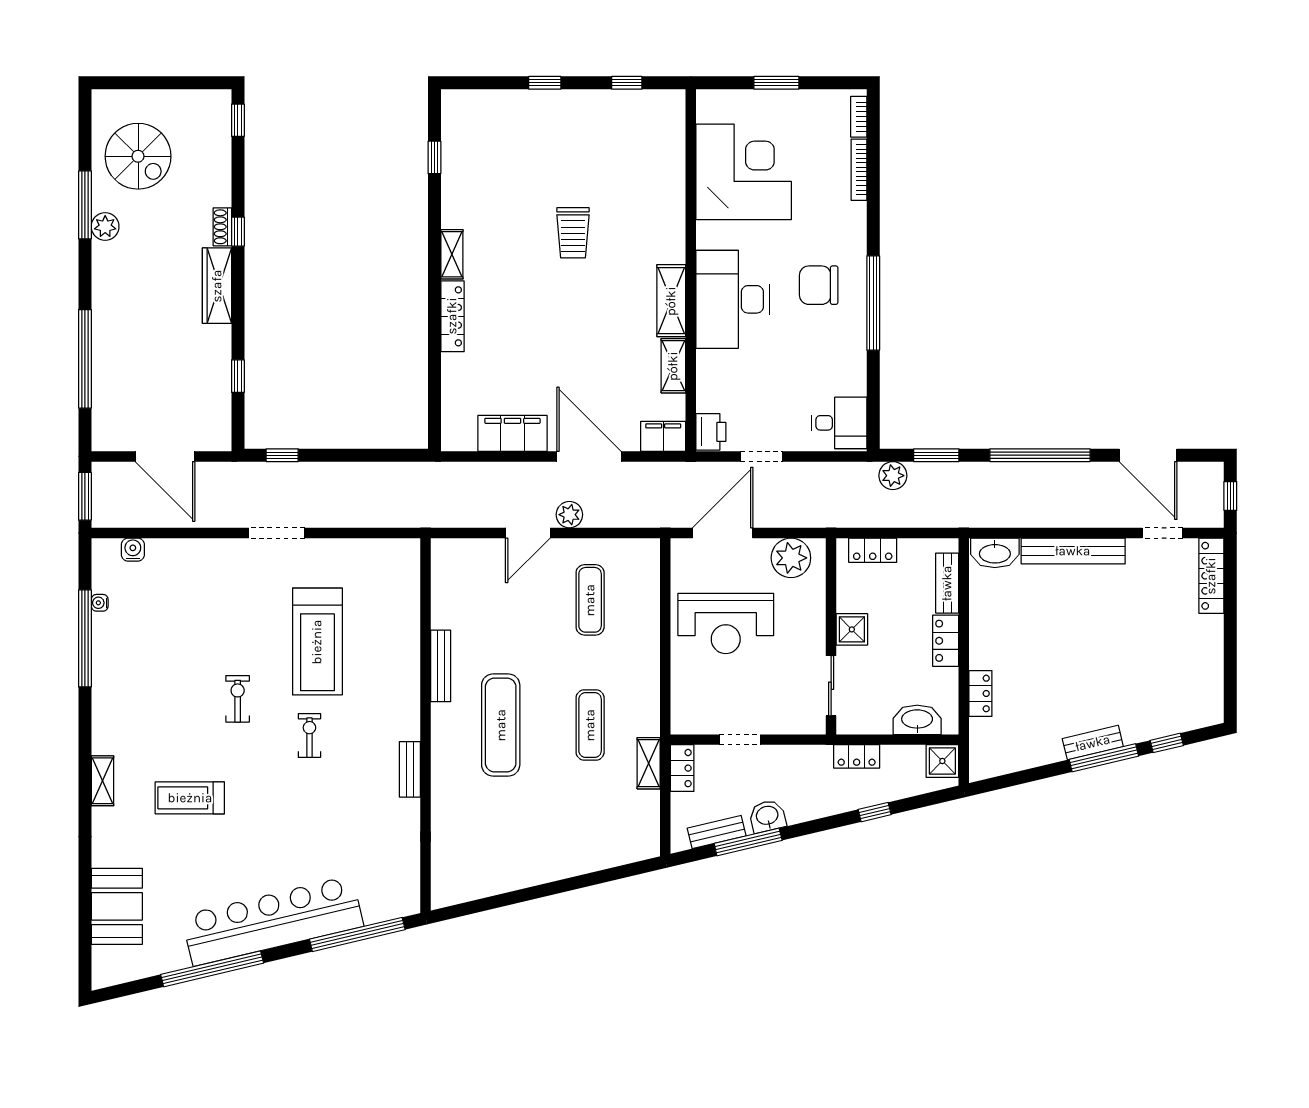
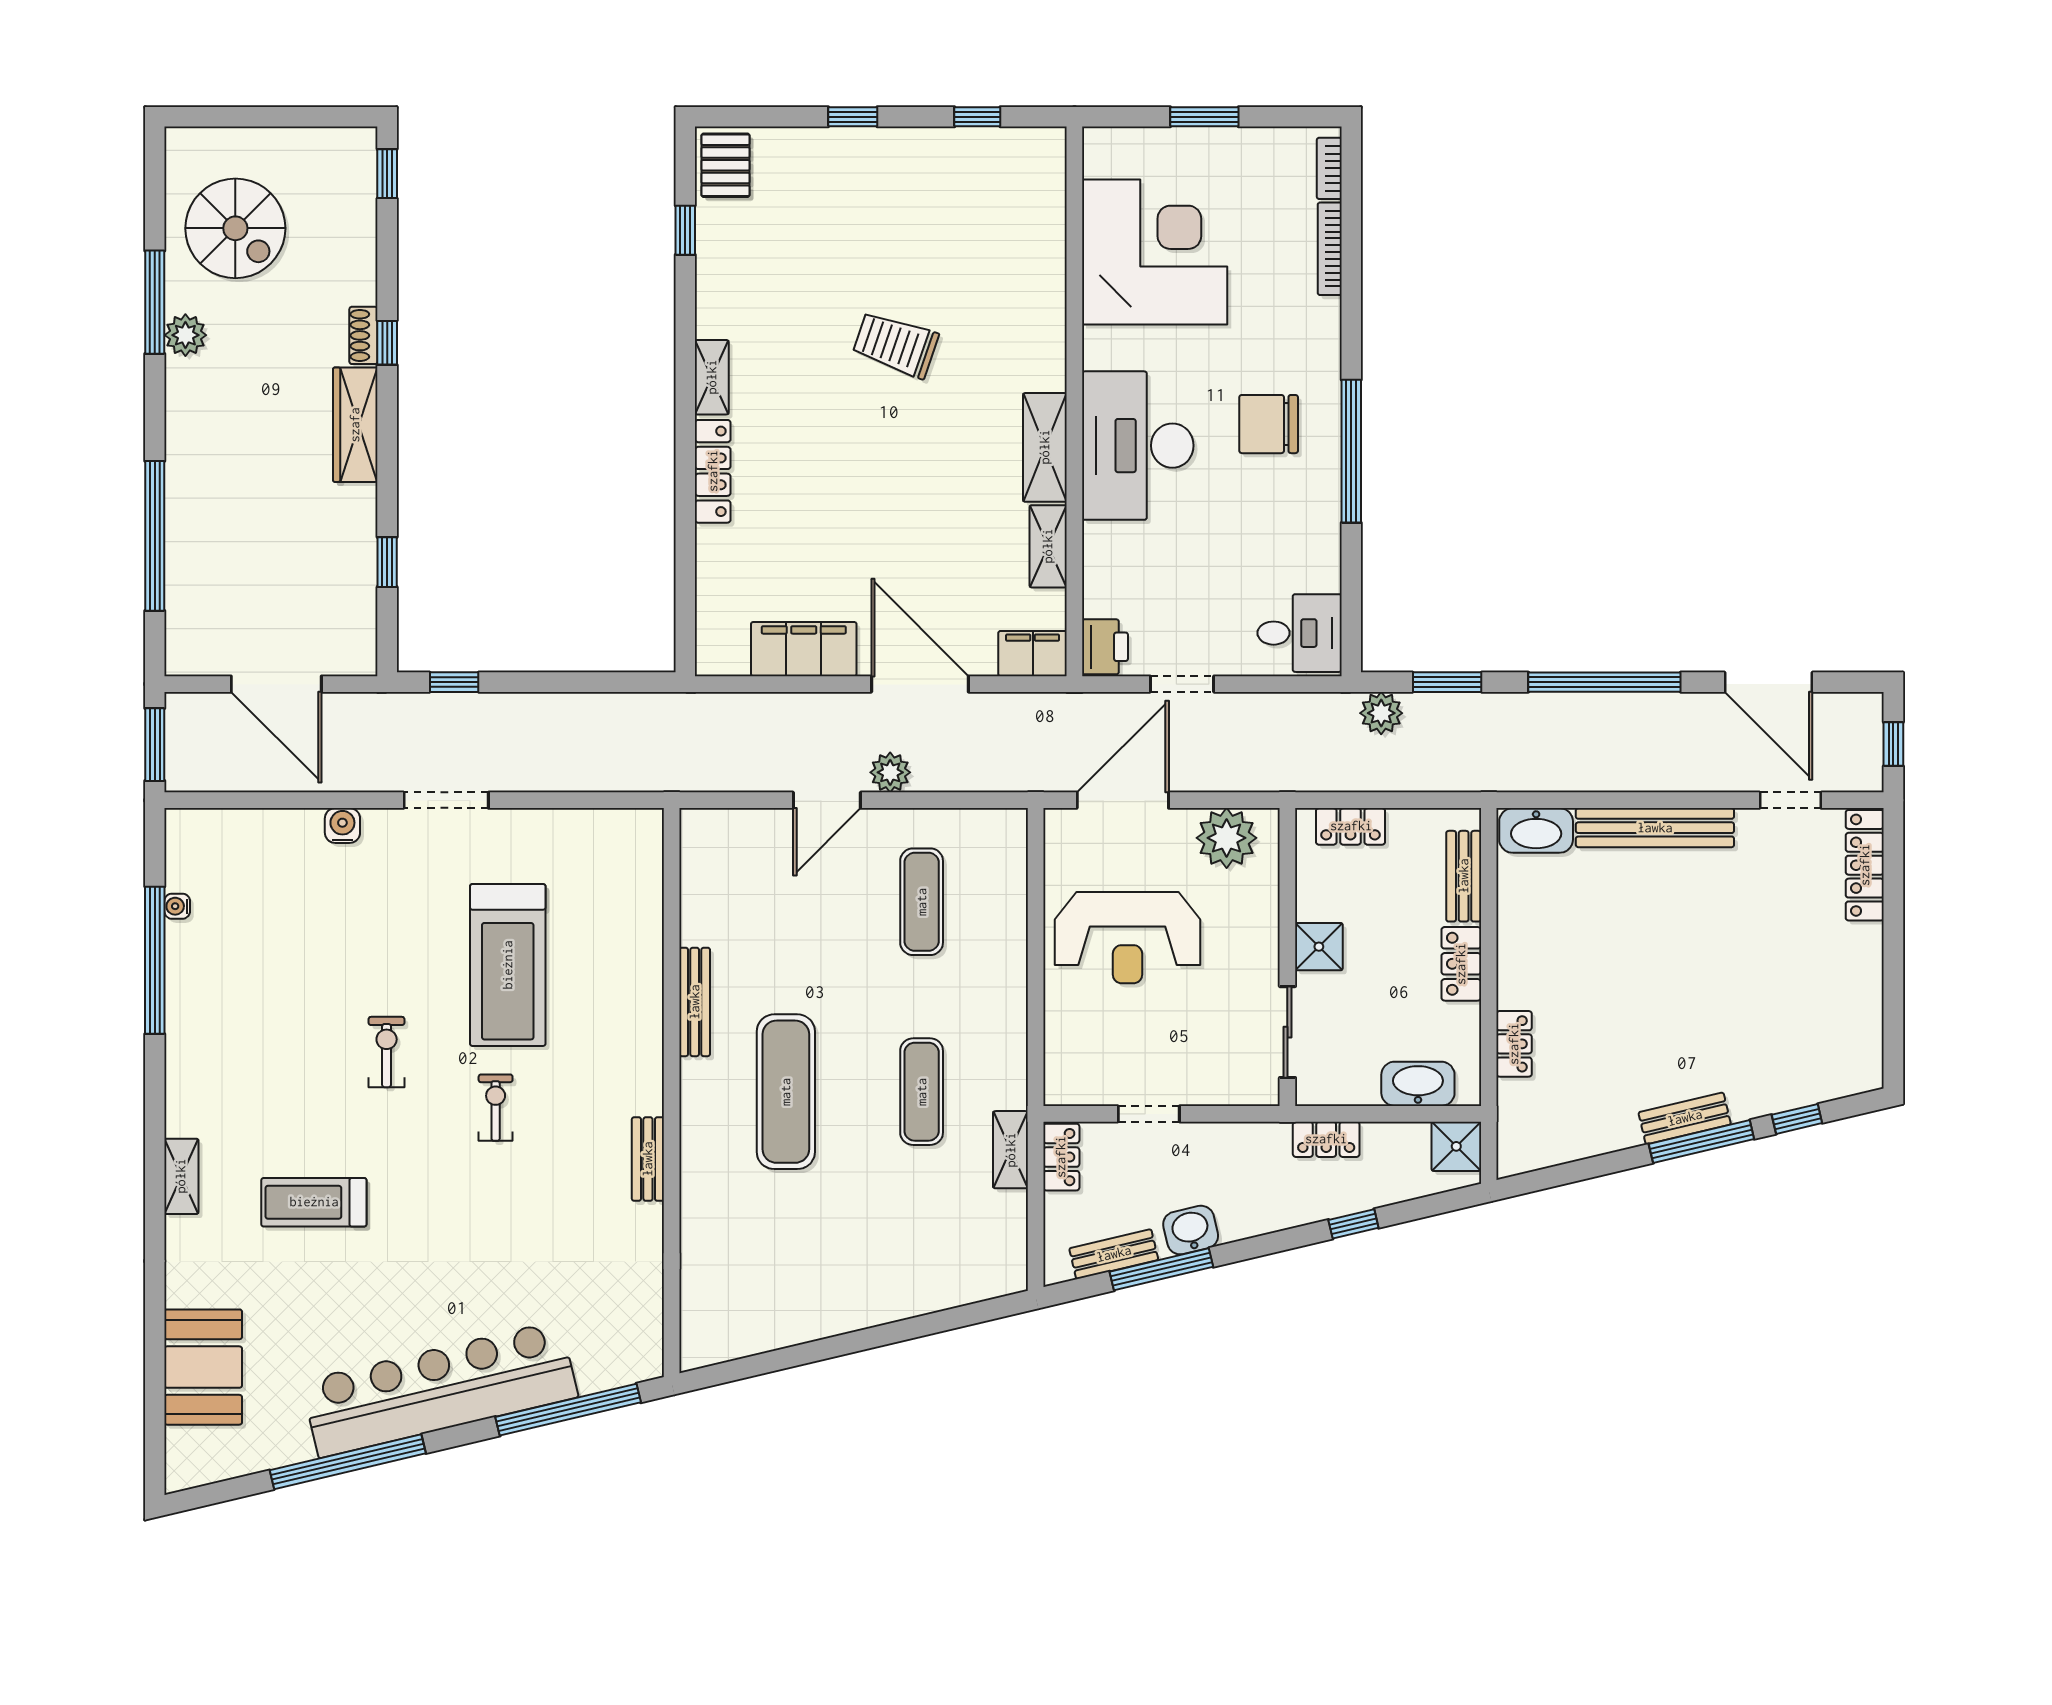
pallet: (461, 115) -> (725, 165), added
trolley: (573, 233) -> (896, 345), turned 109
water cooler: (133, 550) -> (342, 826), moved

